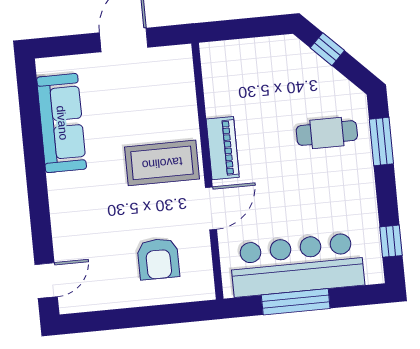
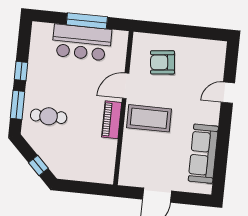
window: (391, 241) -> (21, 71), moved
armchair: (158, 259) -> (163, 62), turned -96
bar counter: (297, 265) -> (82, 42), width x0.73
door: (46, 281) -> (228, 93), moved

